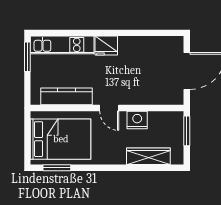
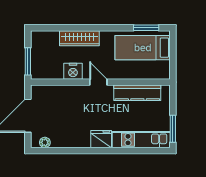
plant: (168, 42) -> (45, 142), added
bed: (61, 139) -> (143, 48), width x0.67
wardrobe: (148, 156) -> (79, 38), moved

